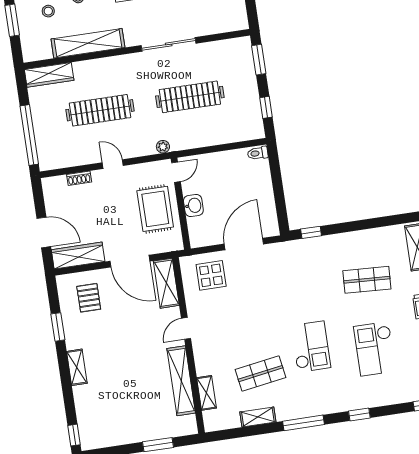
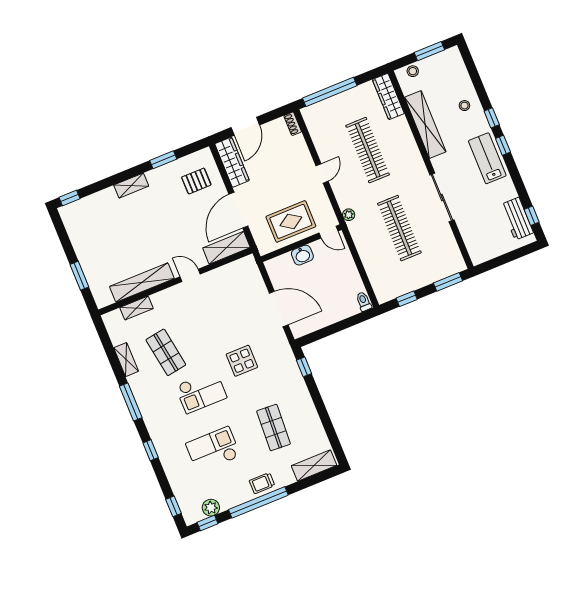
stool: (48, 11) -> (413, 71), moved
shoe rack: (79, 178) -> (293, 124), moved
display table: (211, 275) -> (242, 361), moved

